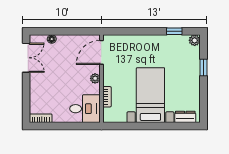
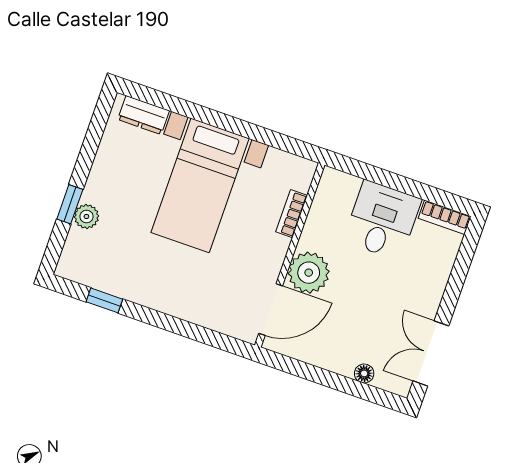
plant: (195, 40) -> (86, 216), moved
plant: (95, 78) -> (309, 273), width x1.87, depth x1.87
desk: (85, 109) -> (382, 220), moved, turned 90

